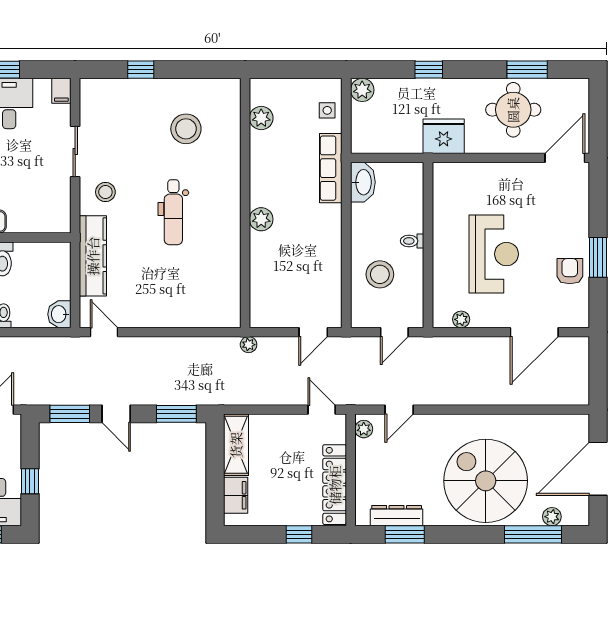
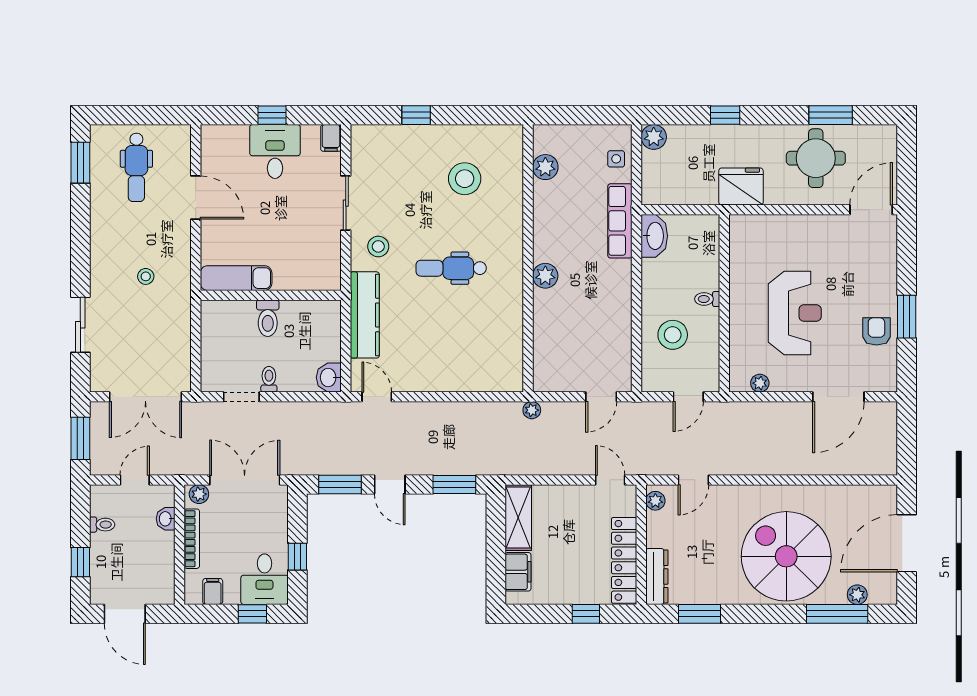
dental chair: (173, 212) -> (451, 268), turned 90
dresser: (397, 516) -> (657, 576), moved, turned 90

